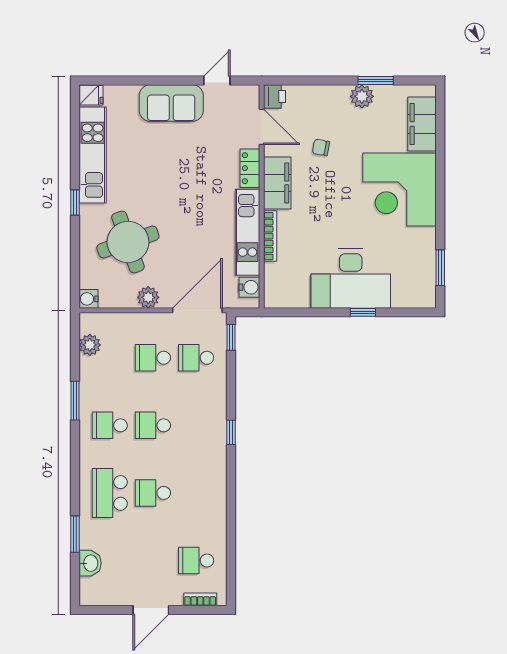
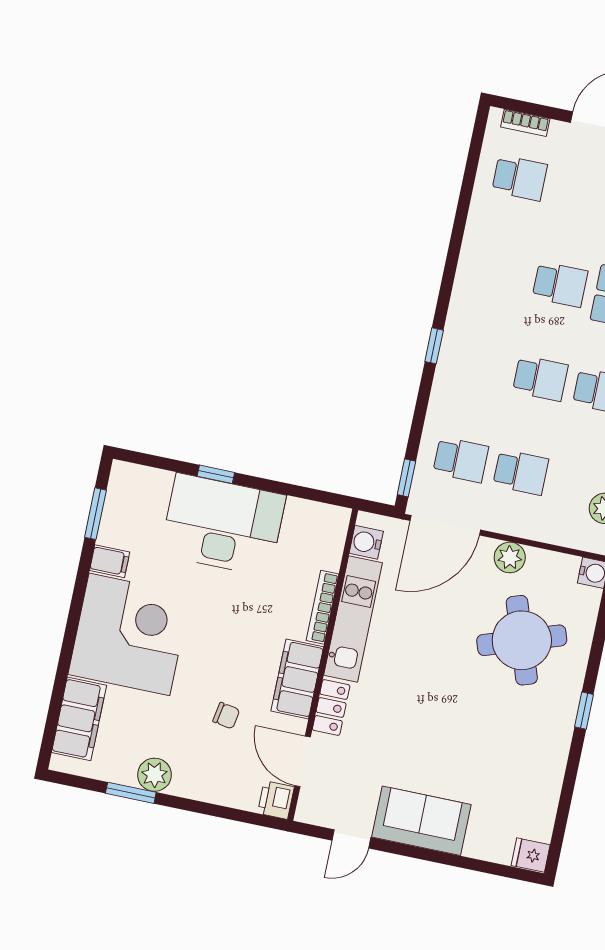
kitchen unit: (93, 155) -> (546, 771), removed
filing cabinet: (424, 237) -> (110, 561), added

